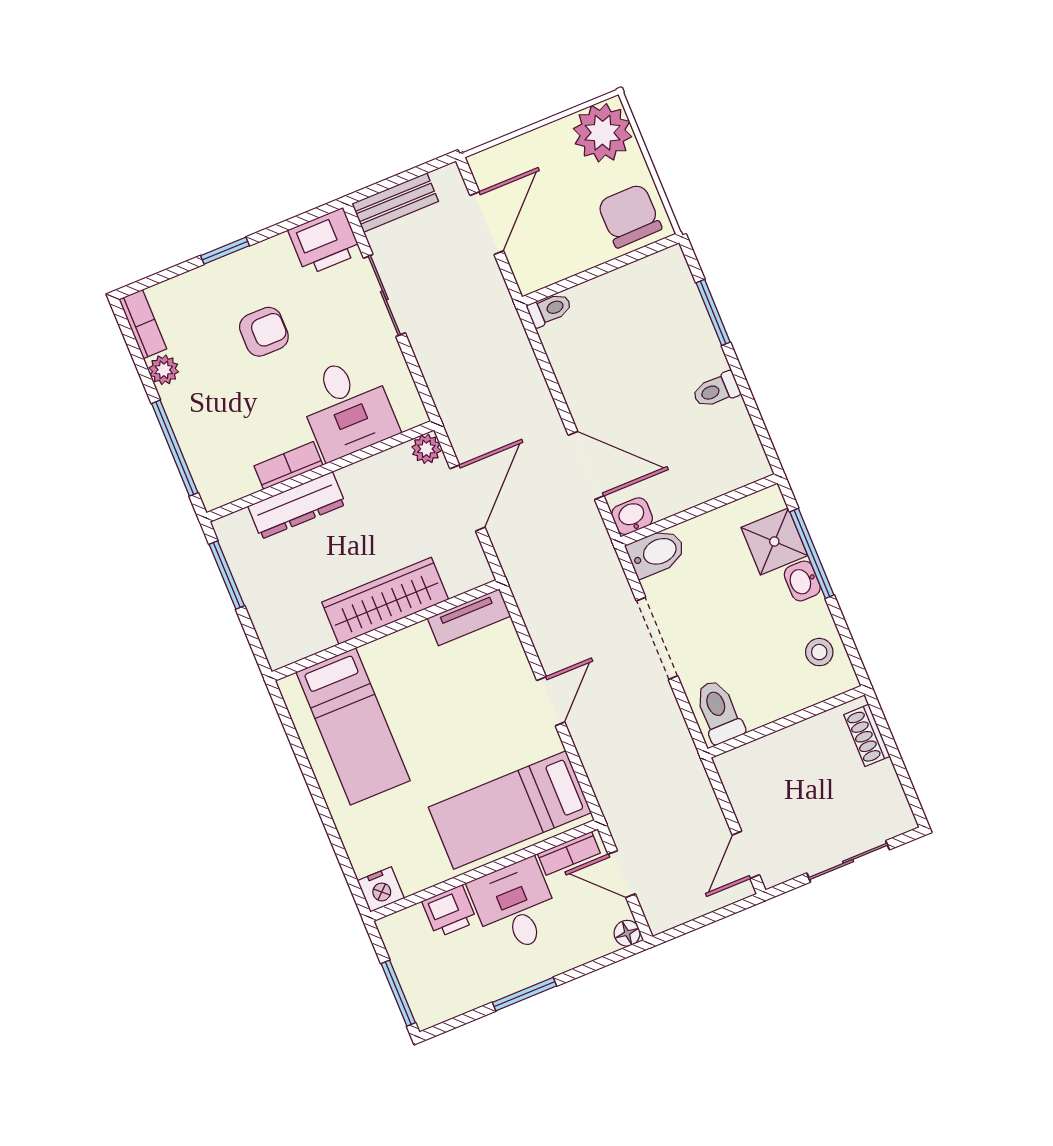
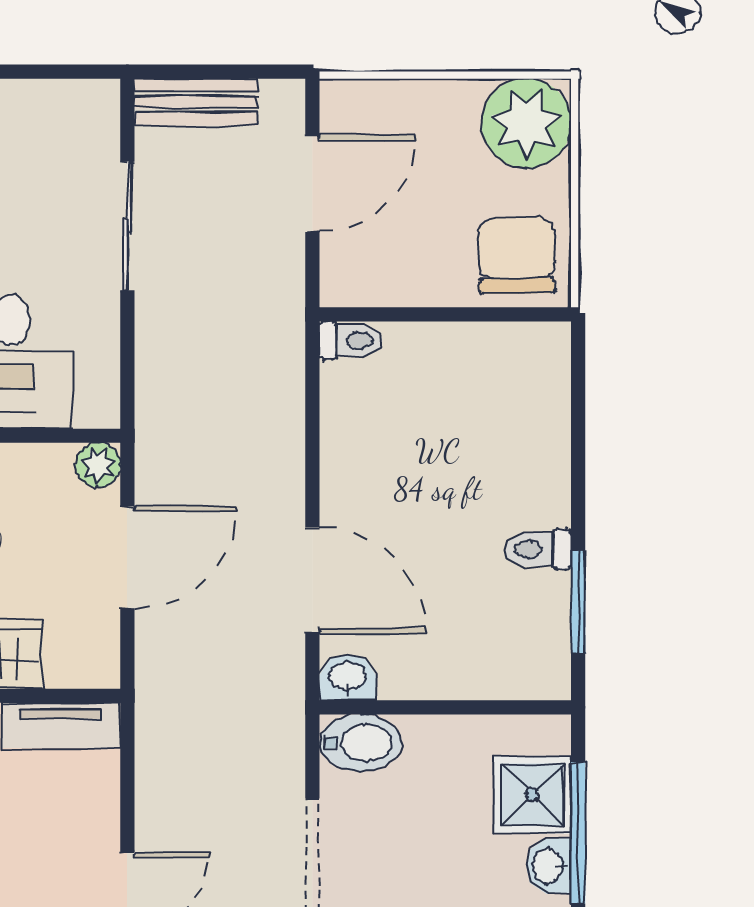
printer: (325, 242) -> (75, 116), removed
window: (713, 312) -> (578, 602), moved

